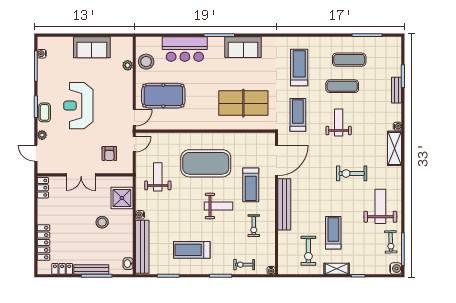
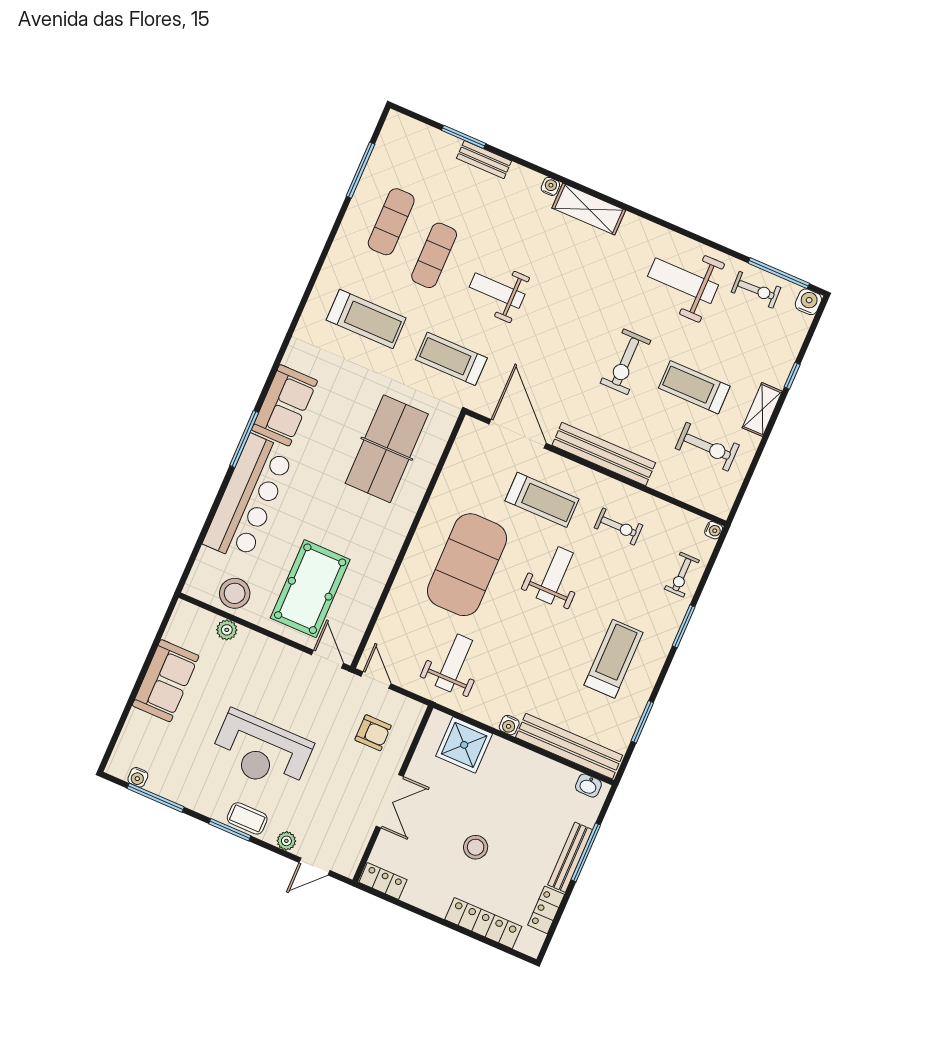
bar counter: (185, 49) -> (249, 498), width x1.36
treadmill: (299, 68) -> (366, 319), turned 180
exercise bike: (352, 173) -> (626, 362), moved
weight bench: (158, 177) -> (454, 663), turned 90
stool: (102, 222) -> (476, 847), moved
treadmill: (192, 250) -> (614, 659), turned 180

